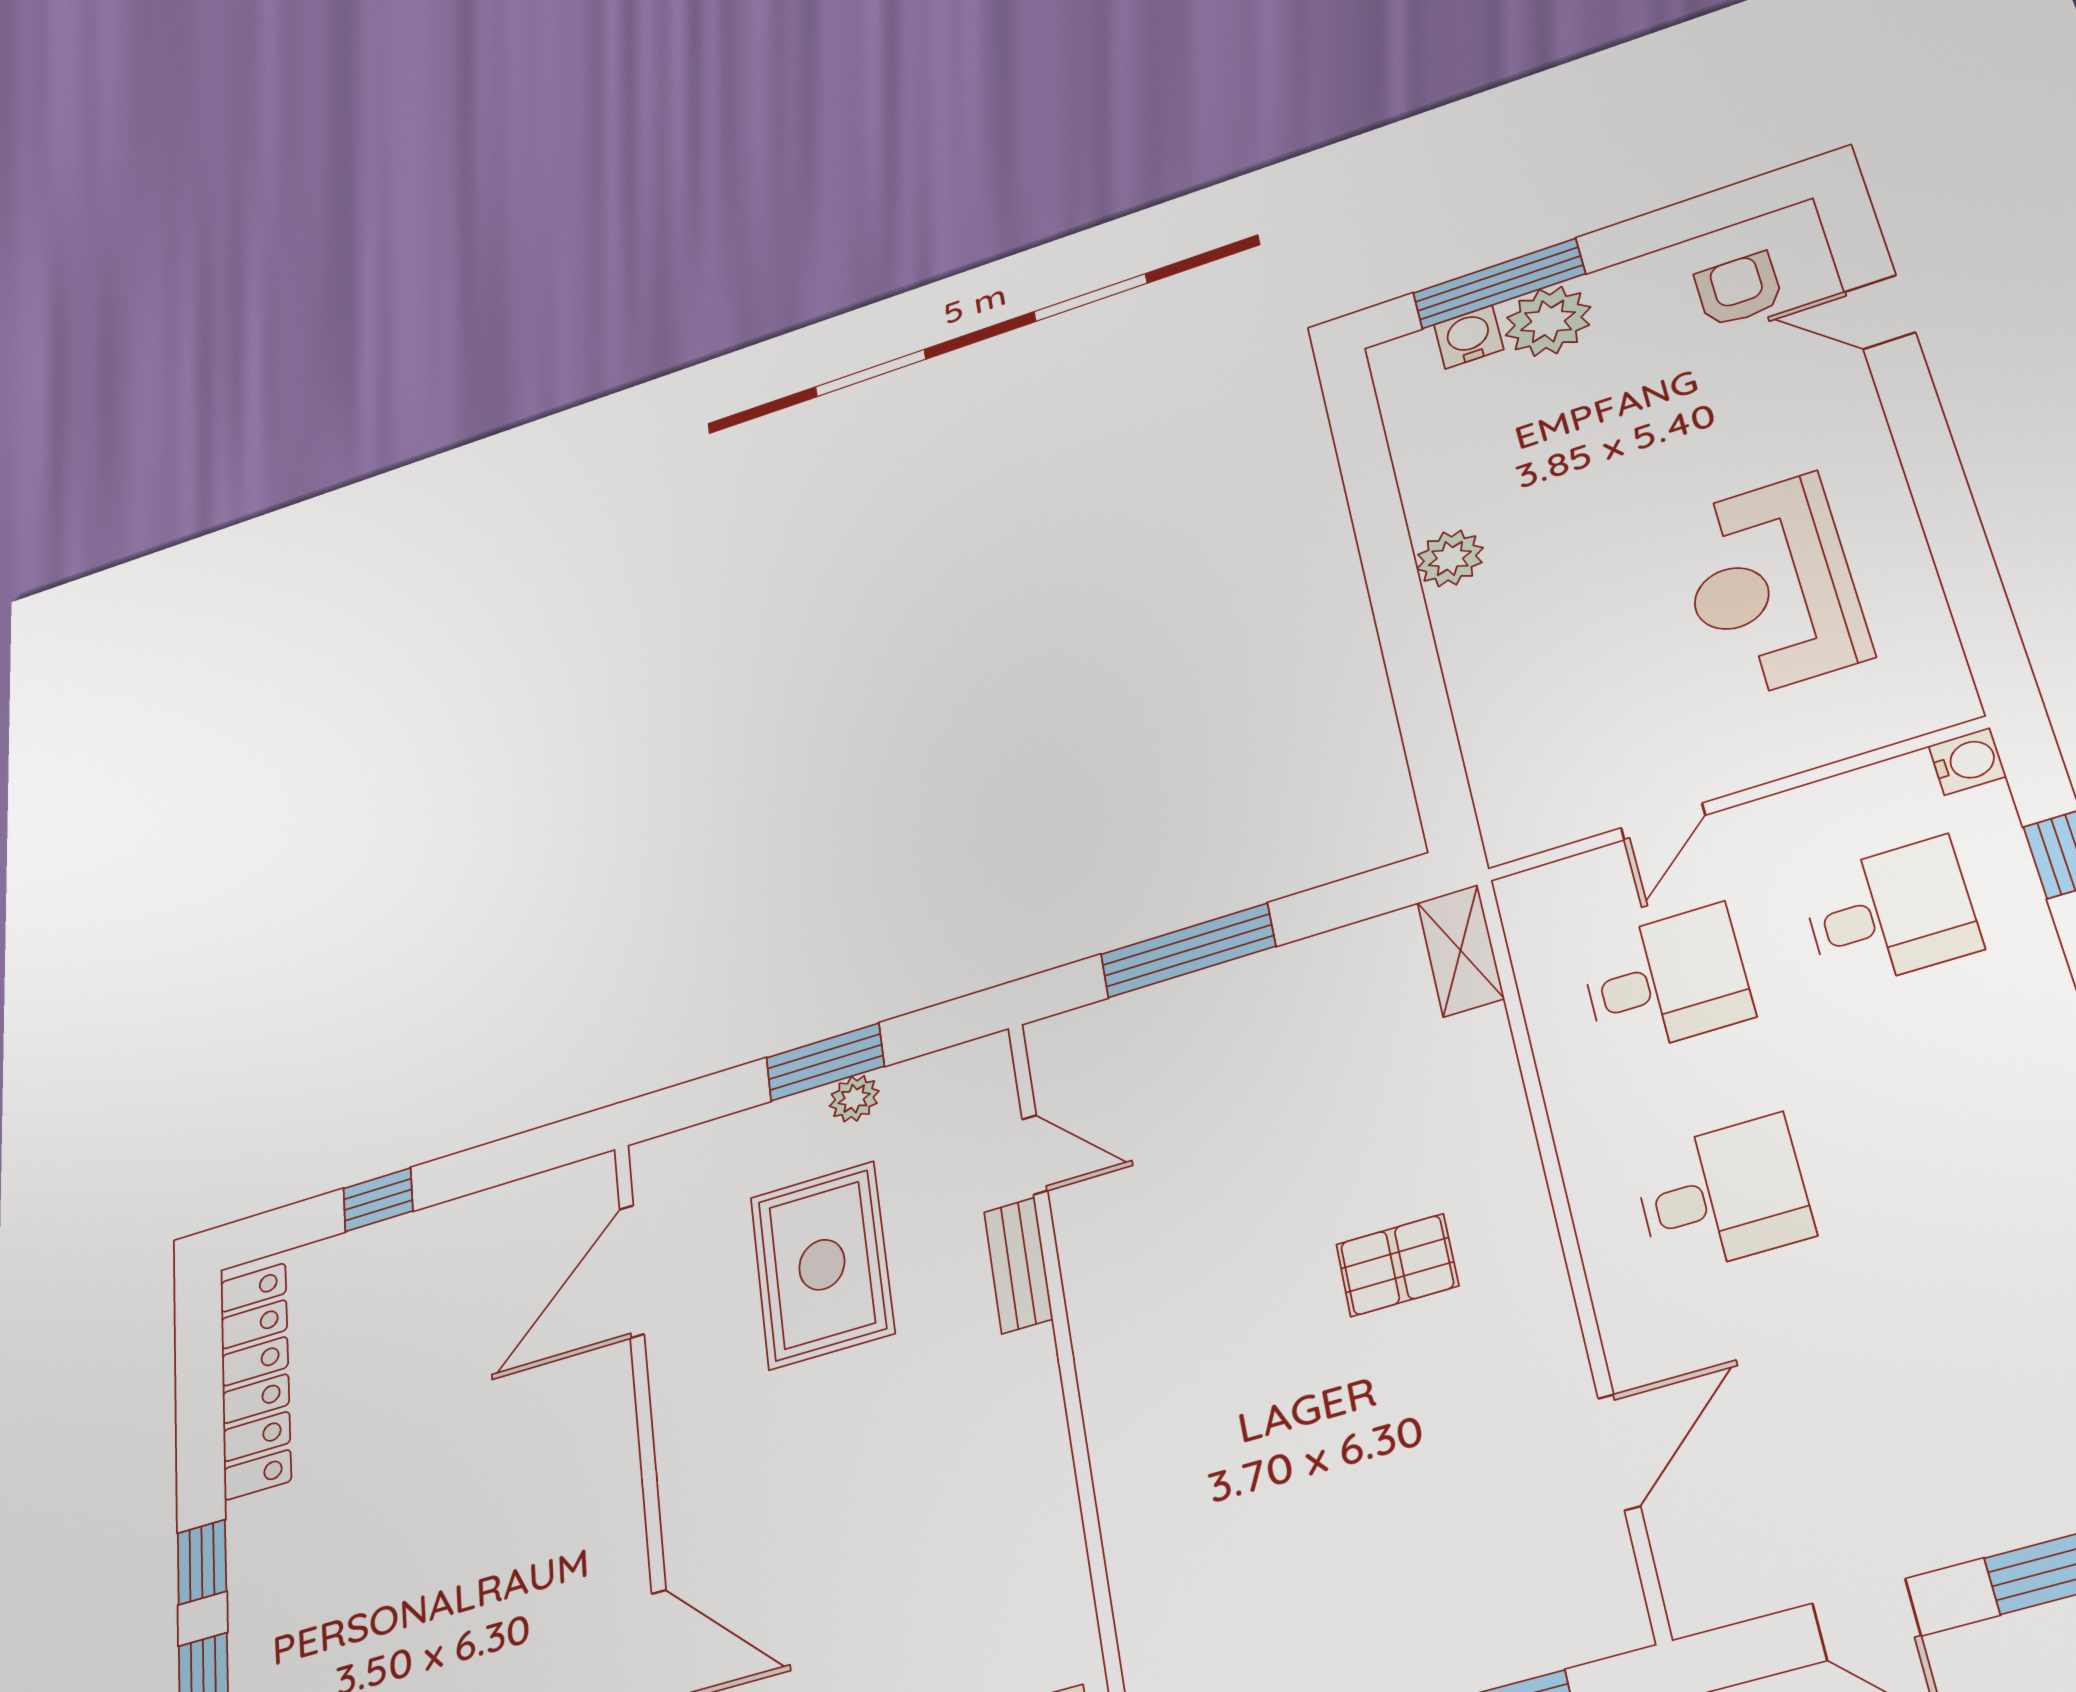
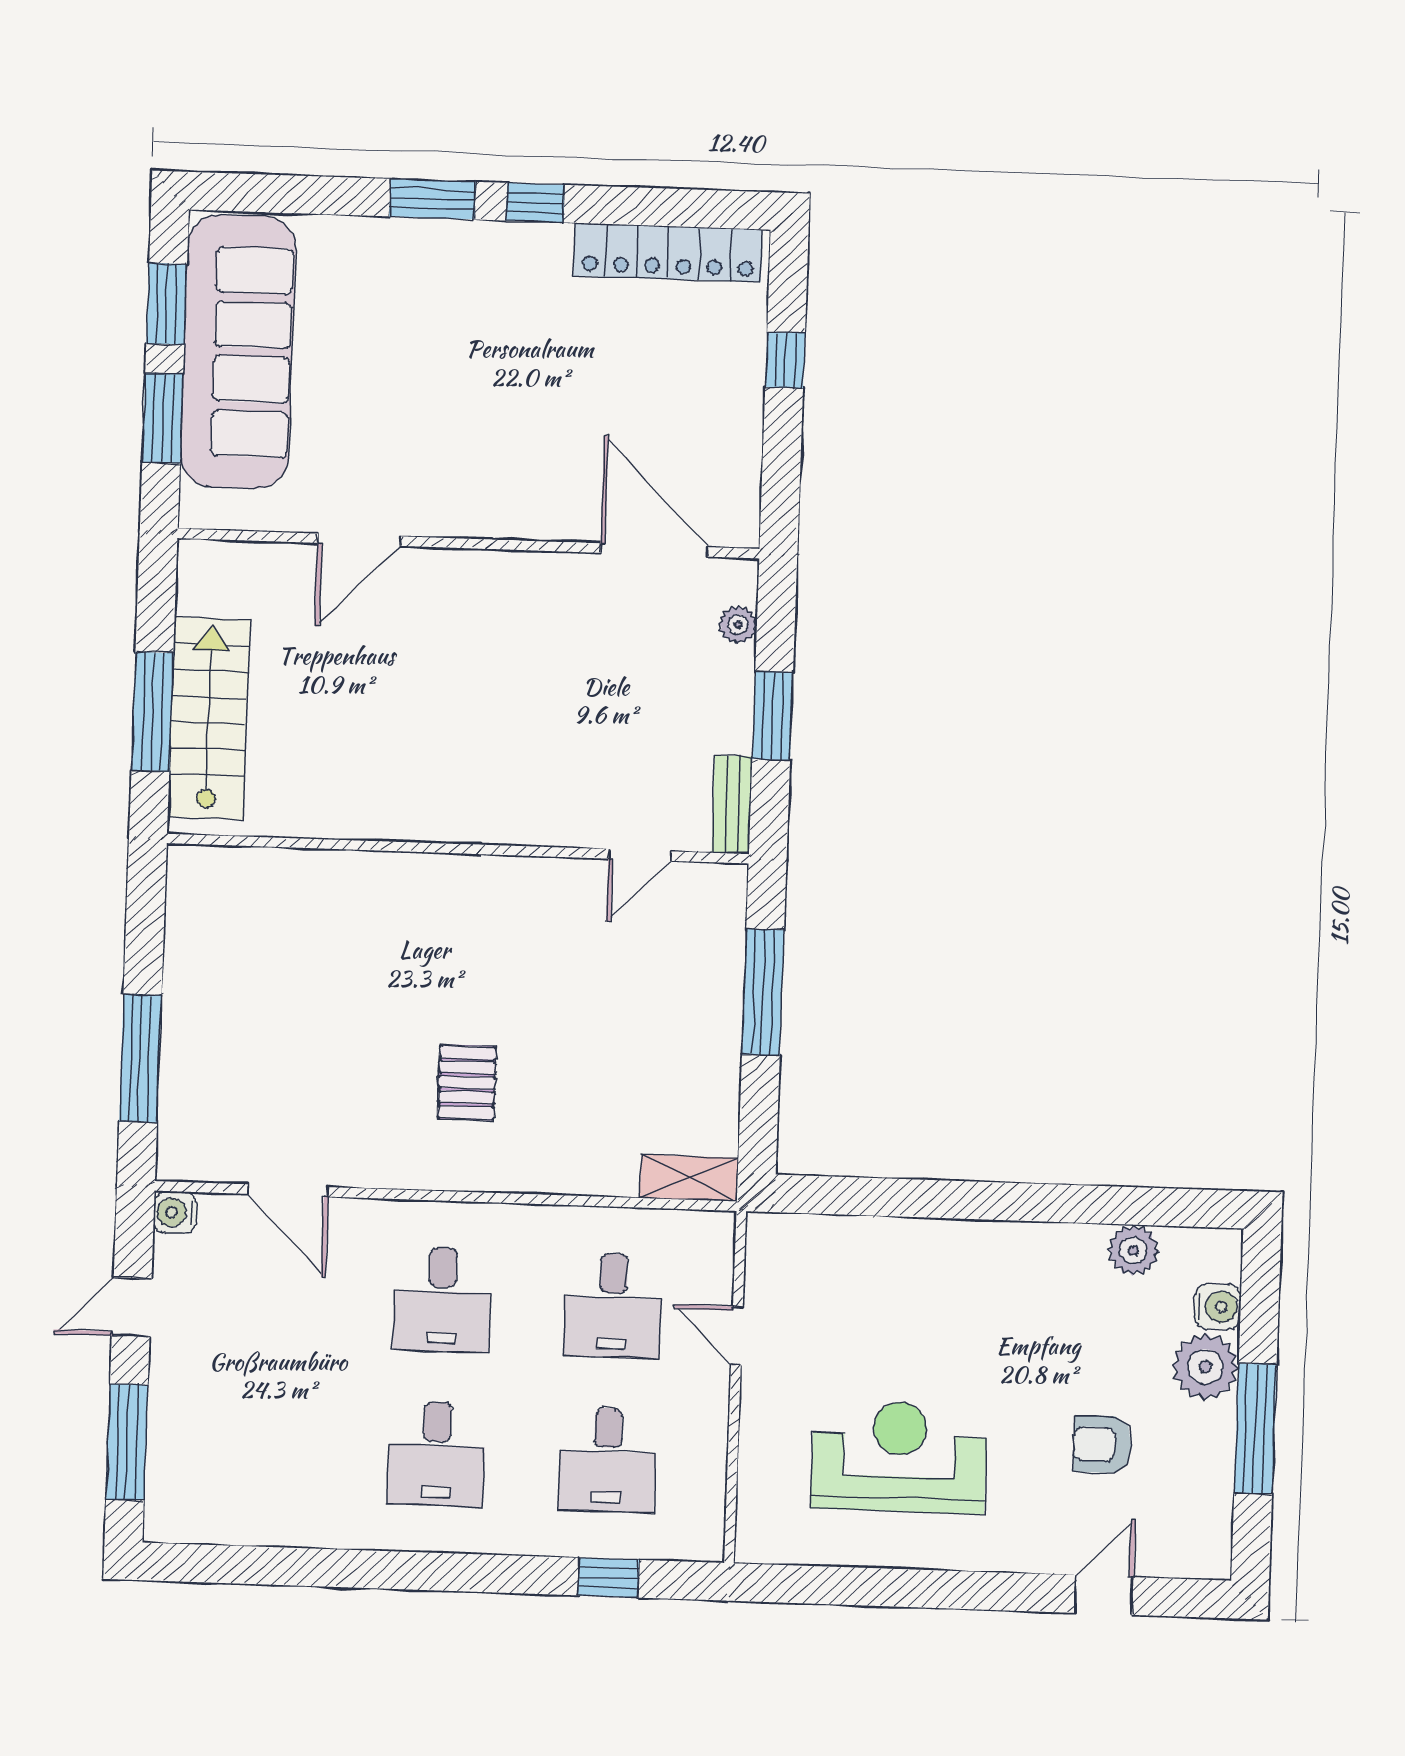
window: (1499, 283) -> (1255, 1429), moved
armchair: (1739, 289) -> (1102, 1444), moved, turned 180
plant: (1450, 558) -> (1133, 1250), moved
water cooler: (1967, 761) -> (175, 1213), moved, turned 90
plant: (854, 1099) -> (738, 625), moved
desk: (1956, 1128) -> (437, 1454), added
rug: (822, 1265) -> (609, 690), removed
bench: (1018, 1265) -> (732, 805), moved, turned 90

